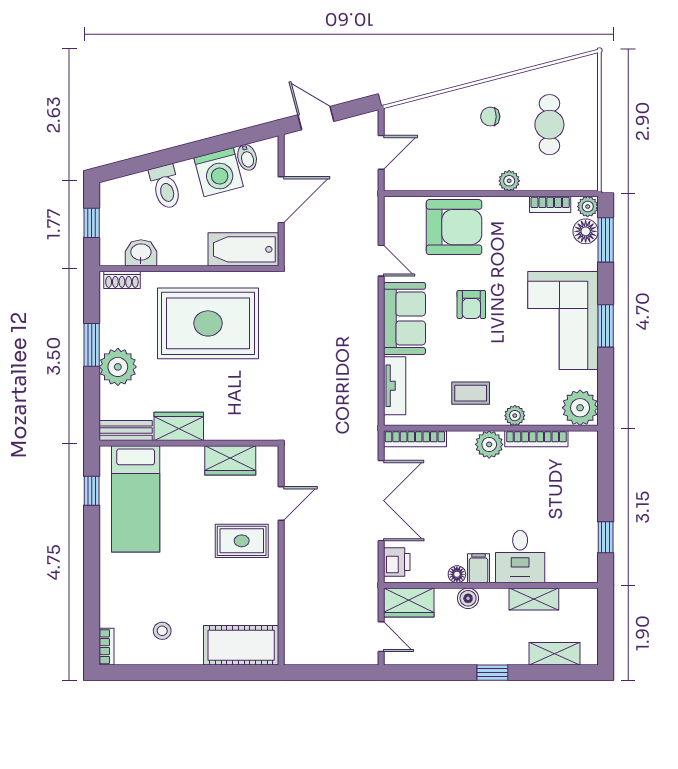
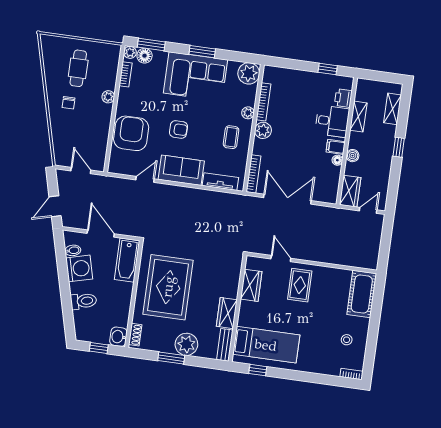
cafe table: (549, 125) -> (78, 68), turned 90
washbasin: (141, 253) -> (118, 337), moved
printer: (397, 562) -> (343, 98), moved, turned -90

